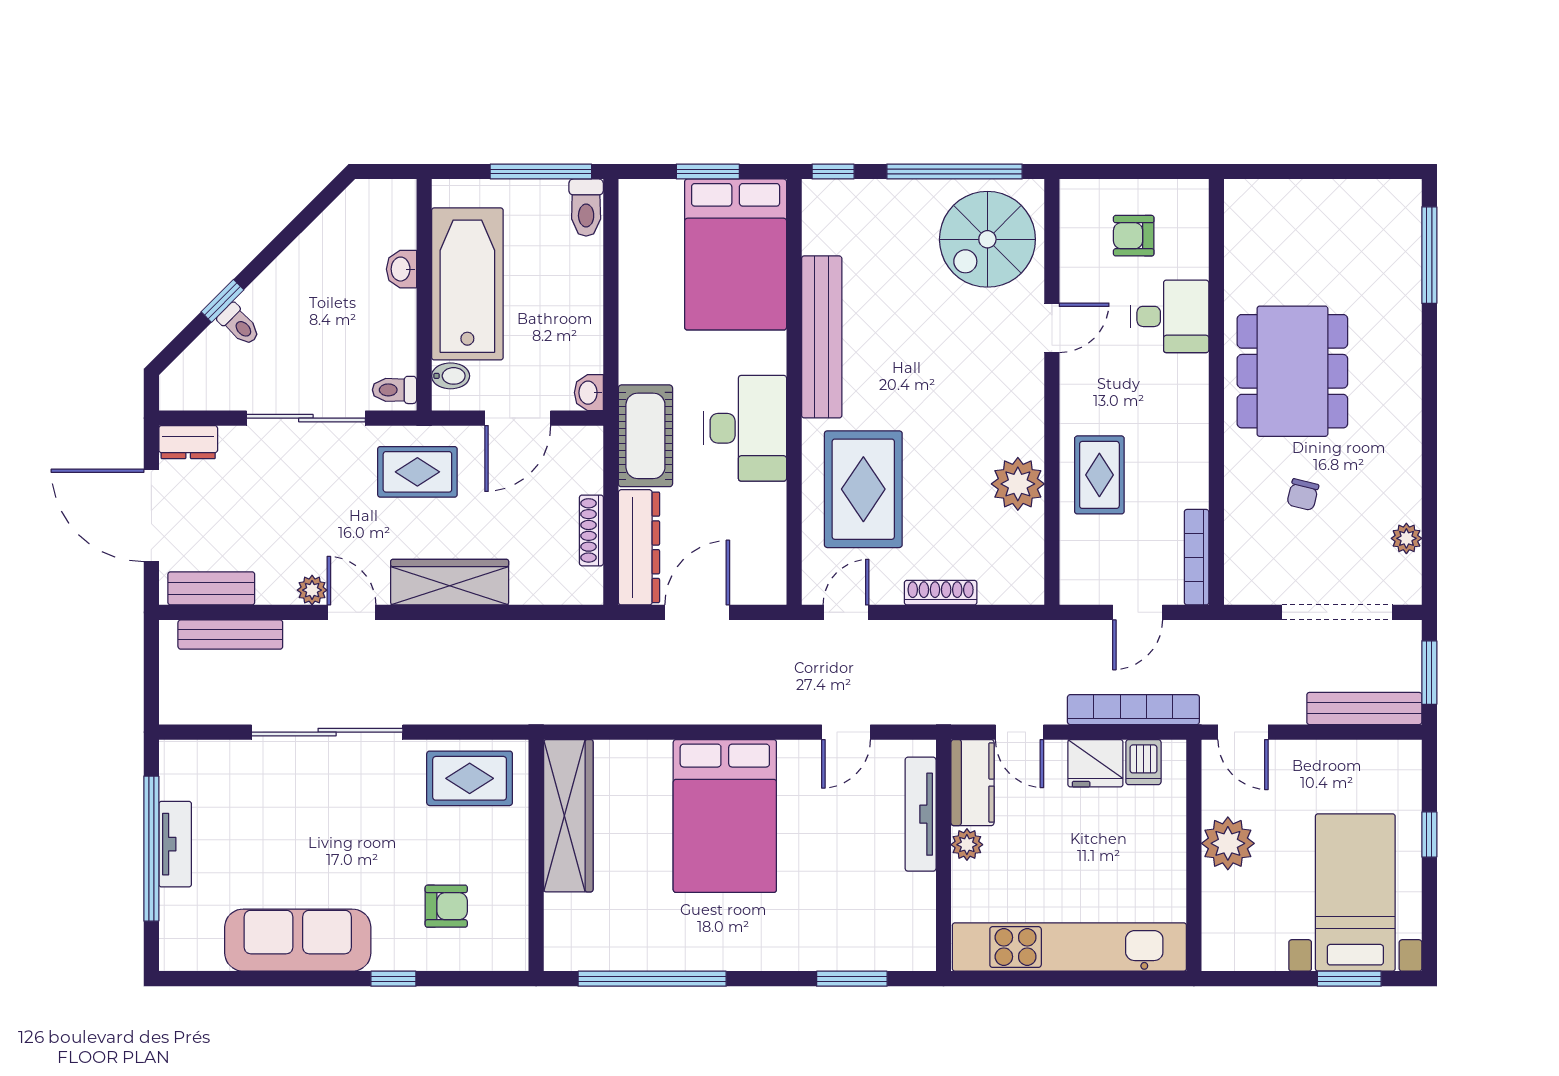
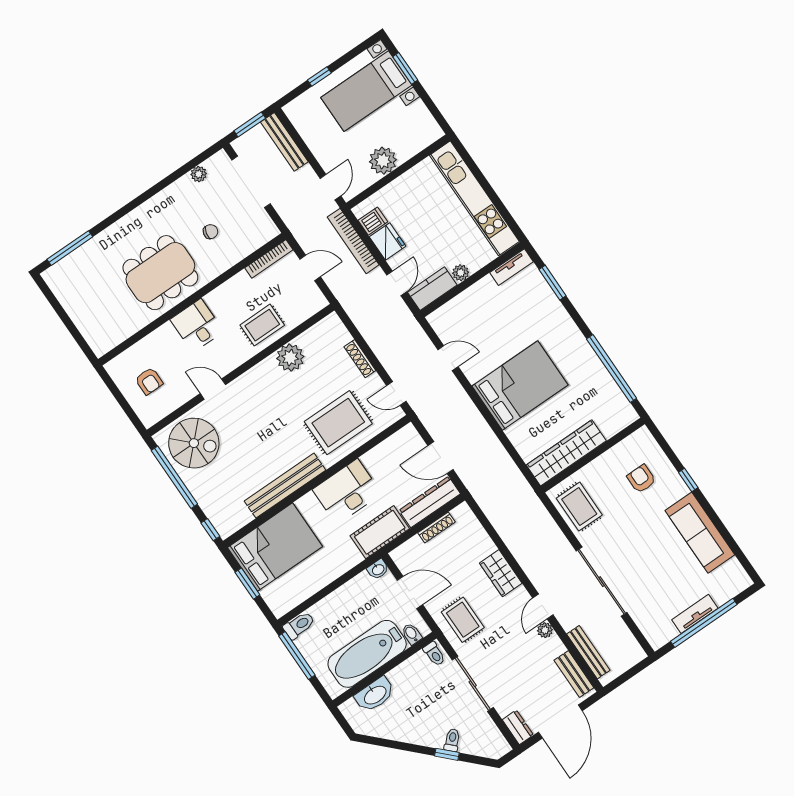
washbasin: (401, 269) -> (375, 695), width x1.91, depth x1.45
desk: (1170, 316) -> (197, 325), moved
wardrobe: (450, 582) -> (501, 573), width x0.67
tv unit: (921, 814) -> (511, 267), moved, width x0.71

